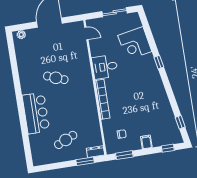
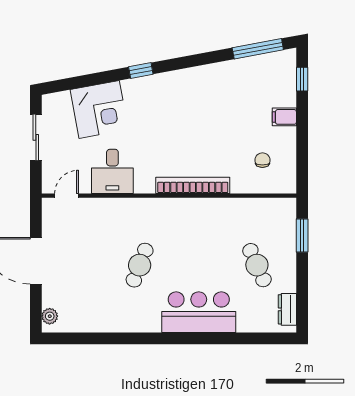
desk: (105, 67) -> (112, 171), moved
window: (180, 122) -> (258, 49), width x2.17
dresser: (95, 152) -> (287, 309), moved
window: (124, 155) -> (302, 161), removed

